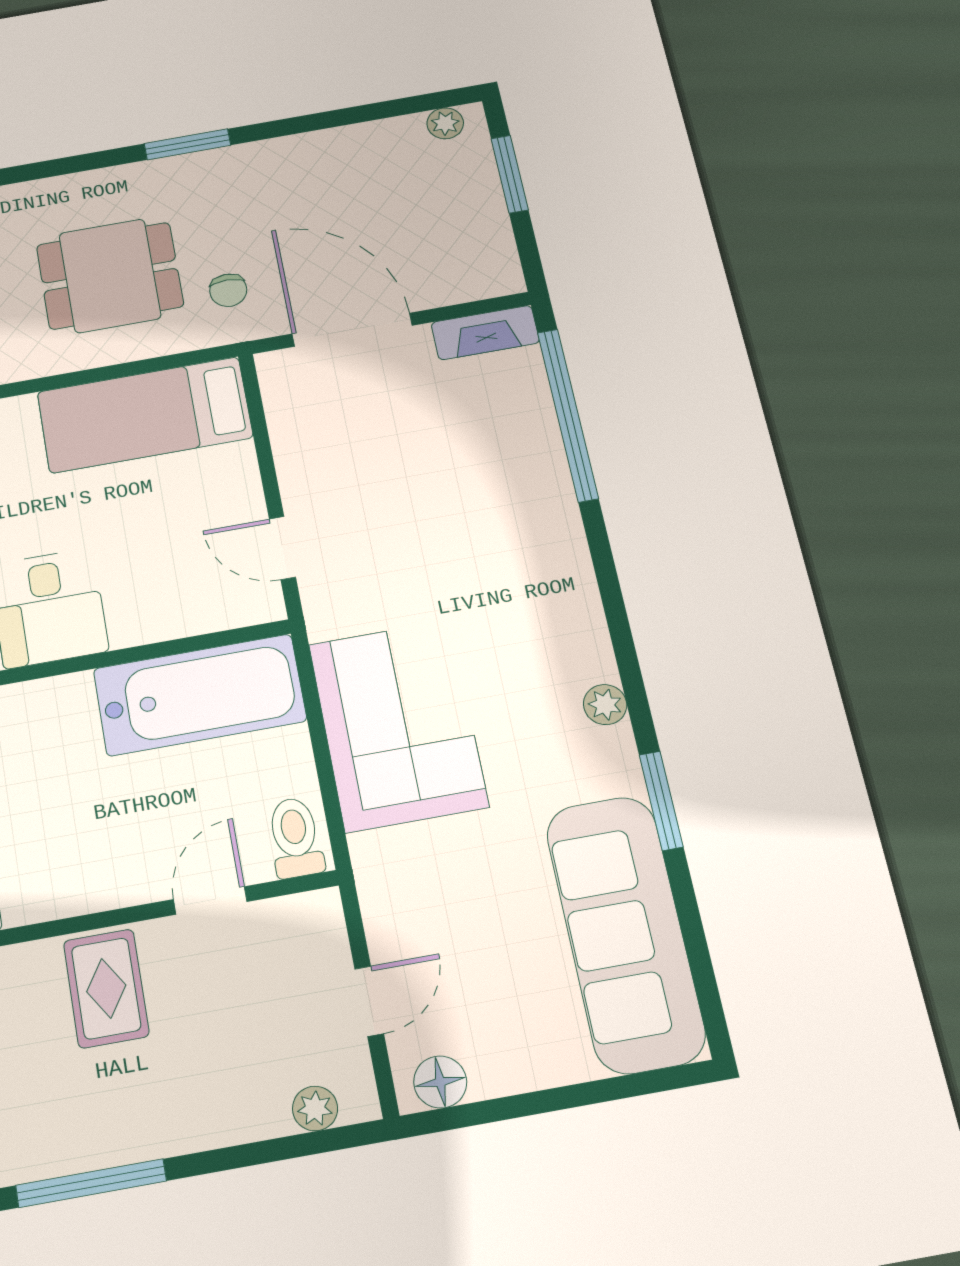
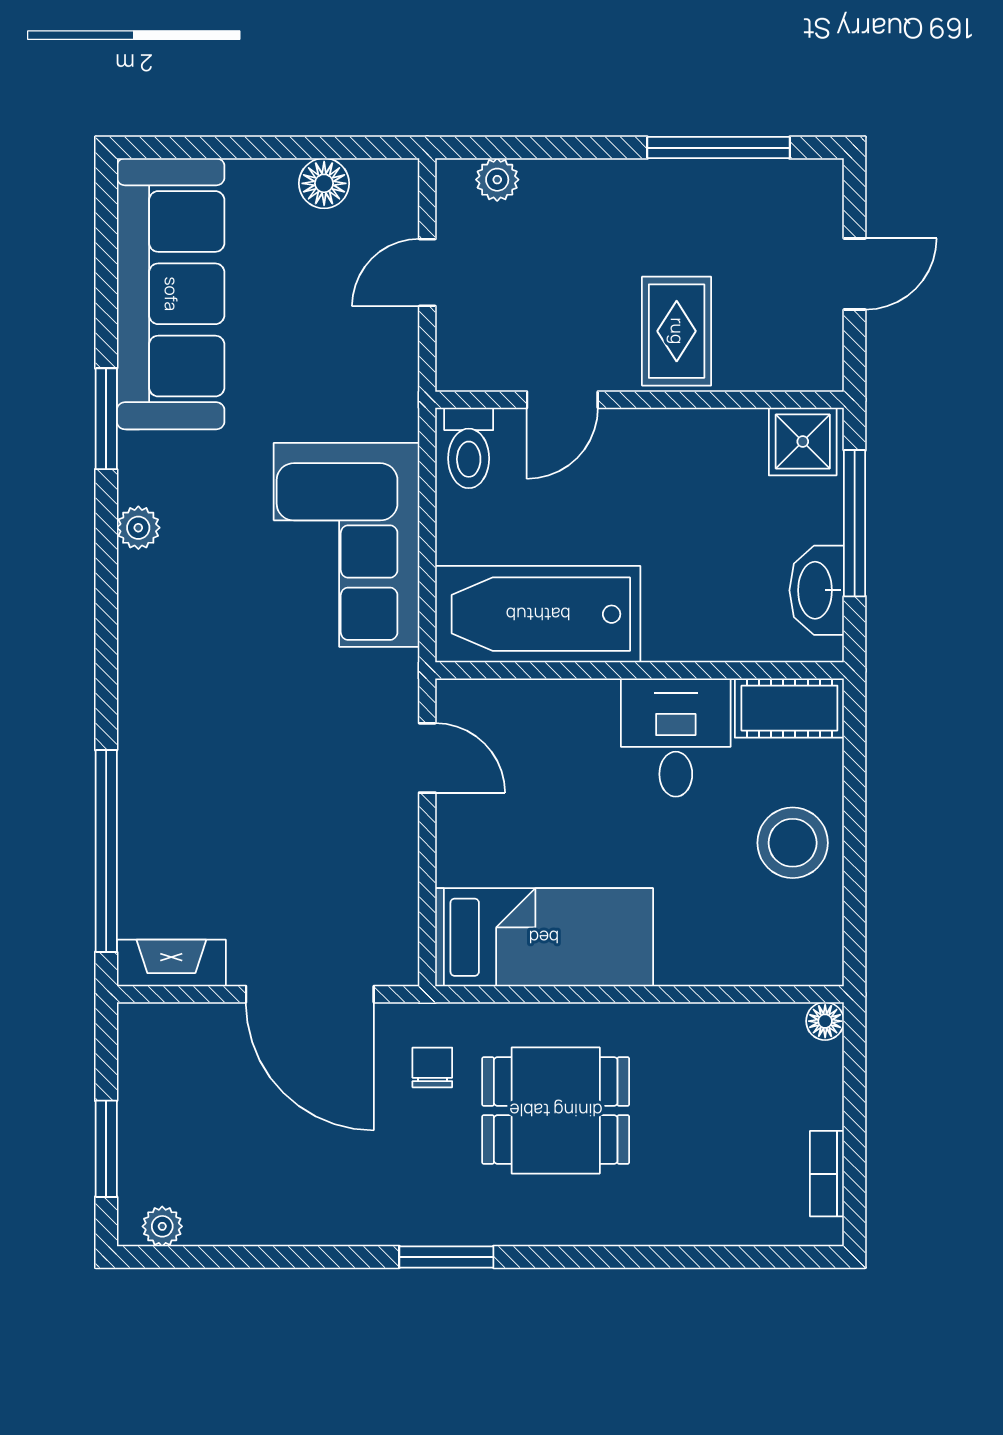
floor lamp: (440, 1082) -> (324, 183), moved

